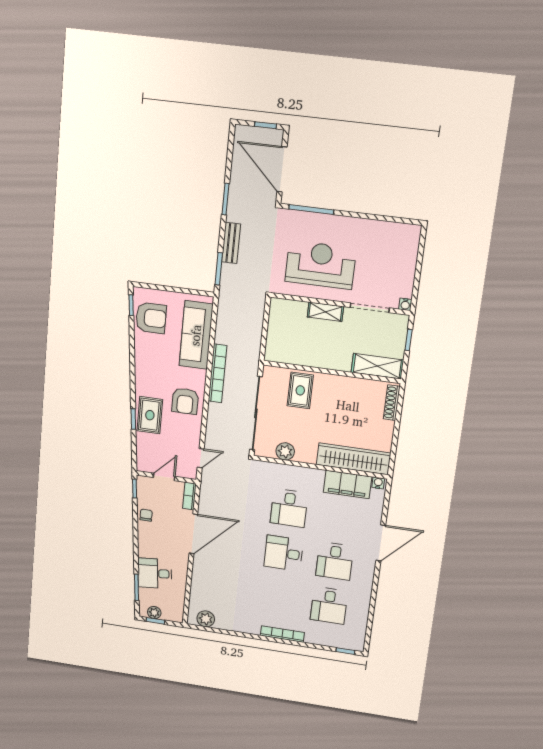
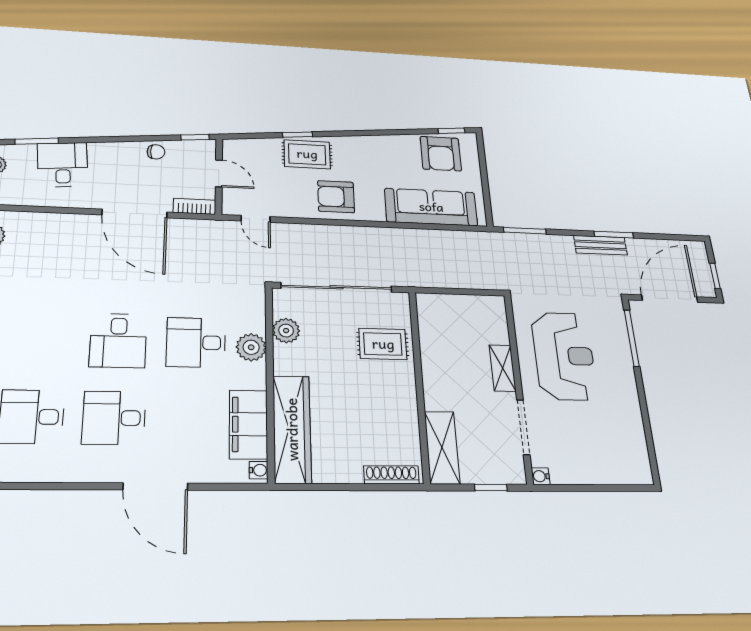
bench: (231, 243) -> (600, 245), moved
bookcase: (217, 373) -> (384, 235), removed
plant: (295, 475) -> (251, 347), added
desk: (284, 553) -> (118, 340), turned 180

